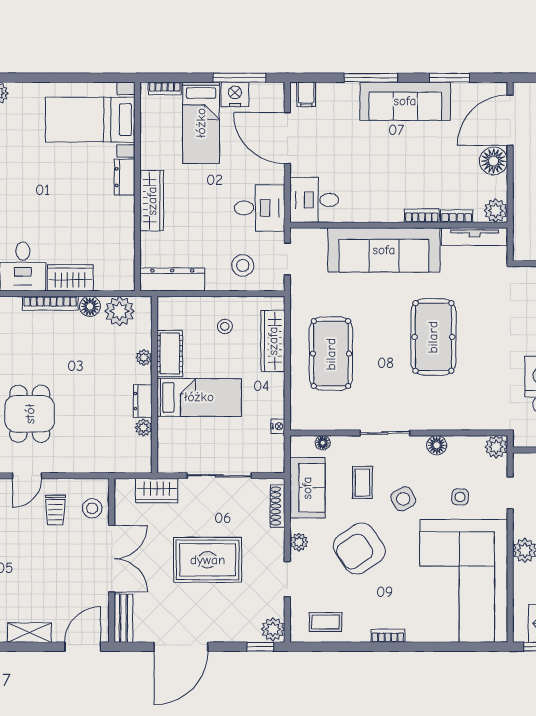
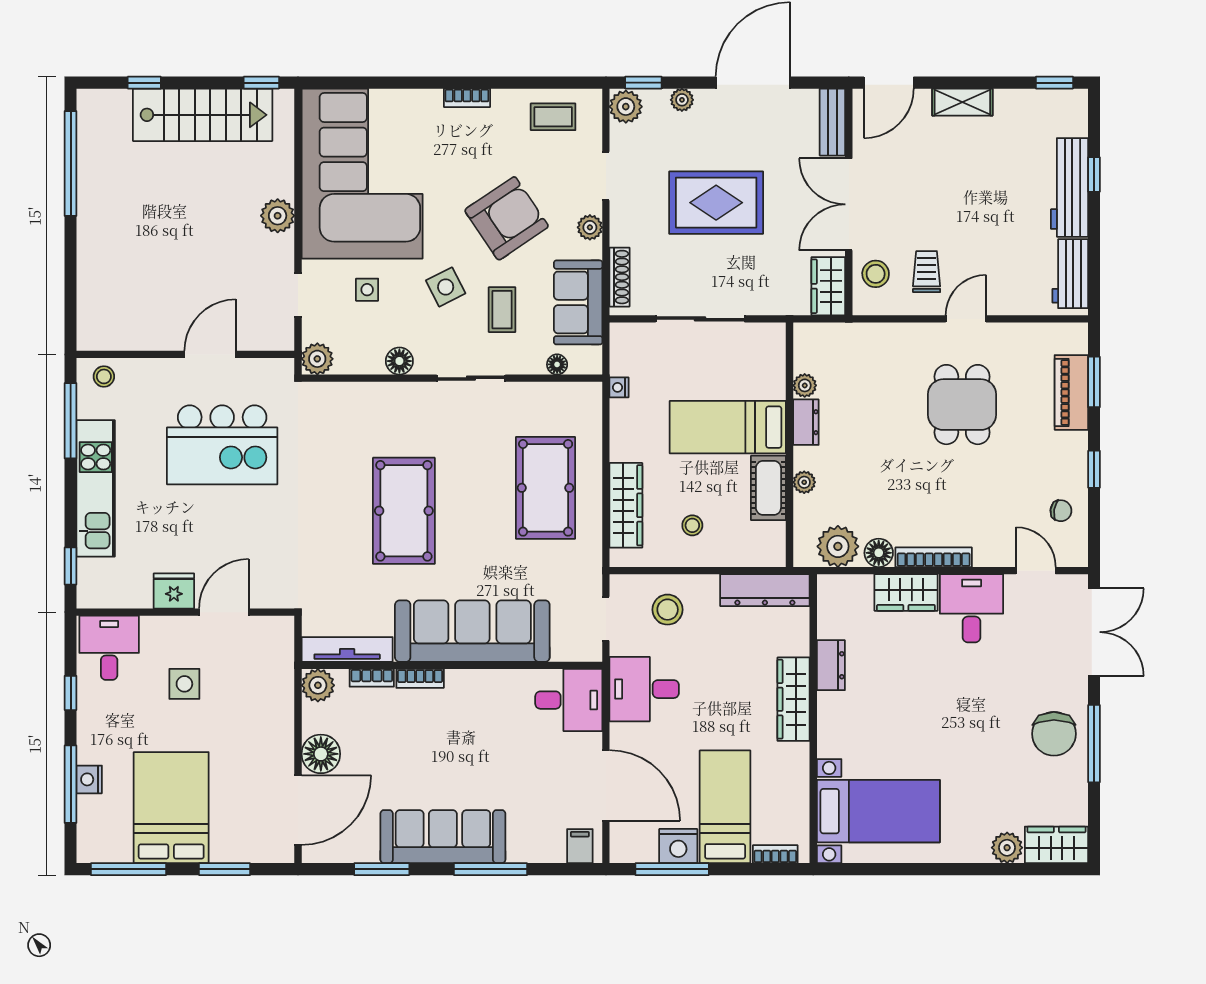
dresser: (125, 177) -> (831, 665), moved
wardrobe: (157, 491) -> (828, 286), moved, turned -90
plant: (232, 634) -> (682, 100), added

